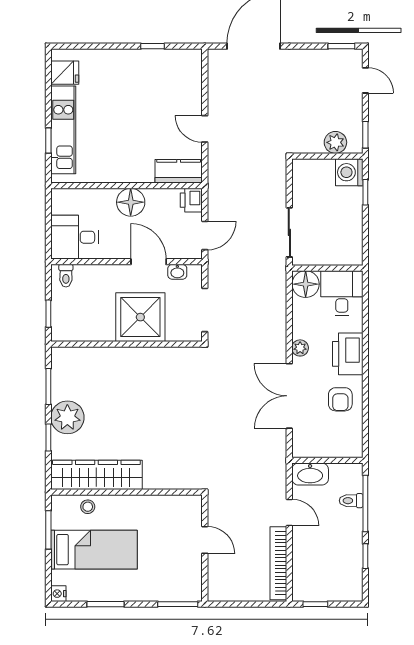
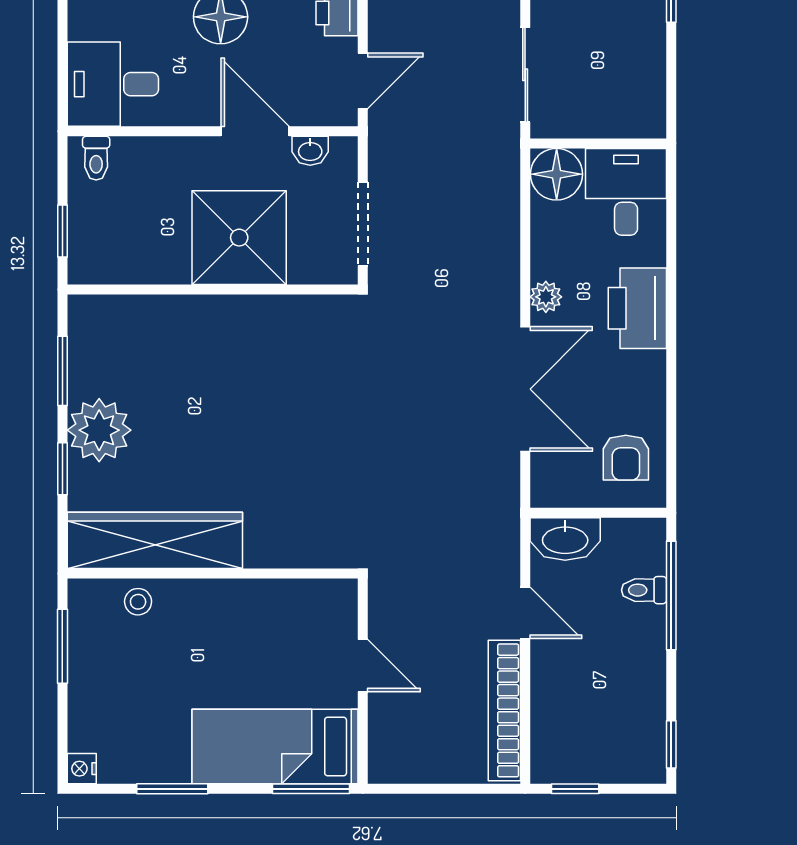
double door: (289, 396) -> (525, 389), swing flipped
armchair: (340, 399) -> (626, 458), moved
bed: (94, 550) -> (275, 747), moved, turned 180
window: (365, 556) -> (671, 744), moved

